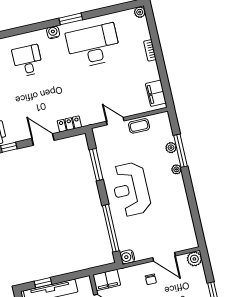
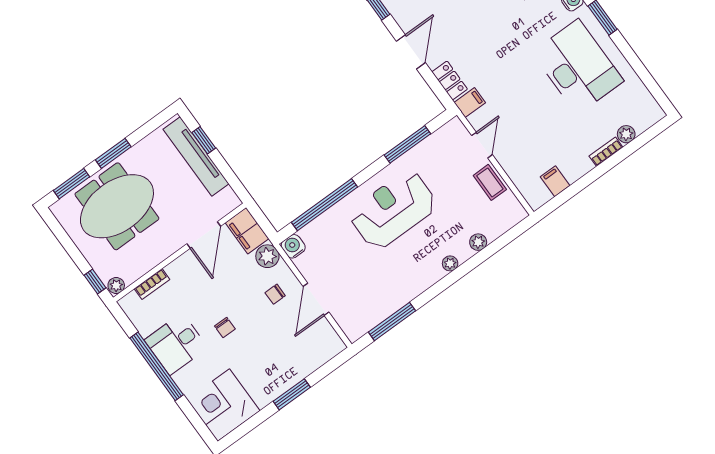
plant: (140, 12) -> (626, 134), moved
filing cabinet: (156, 93) -> (555, 181), width x0.50
filing cabinet: (87, 118) -> (470, 103), added
window: (181, 151) -> (392, 321), moved
plant: (194, 259) -> (267, 256), moved

